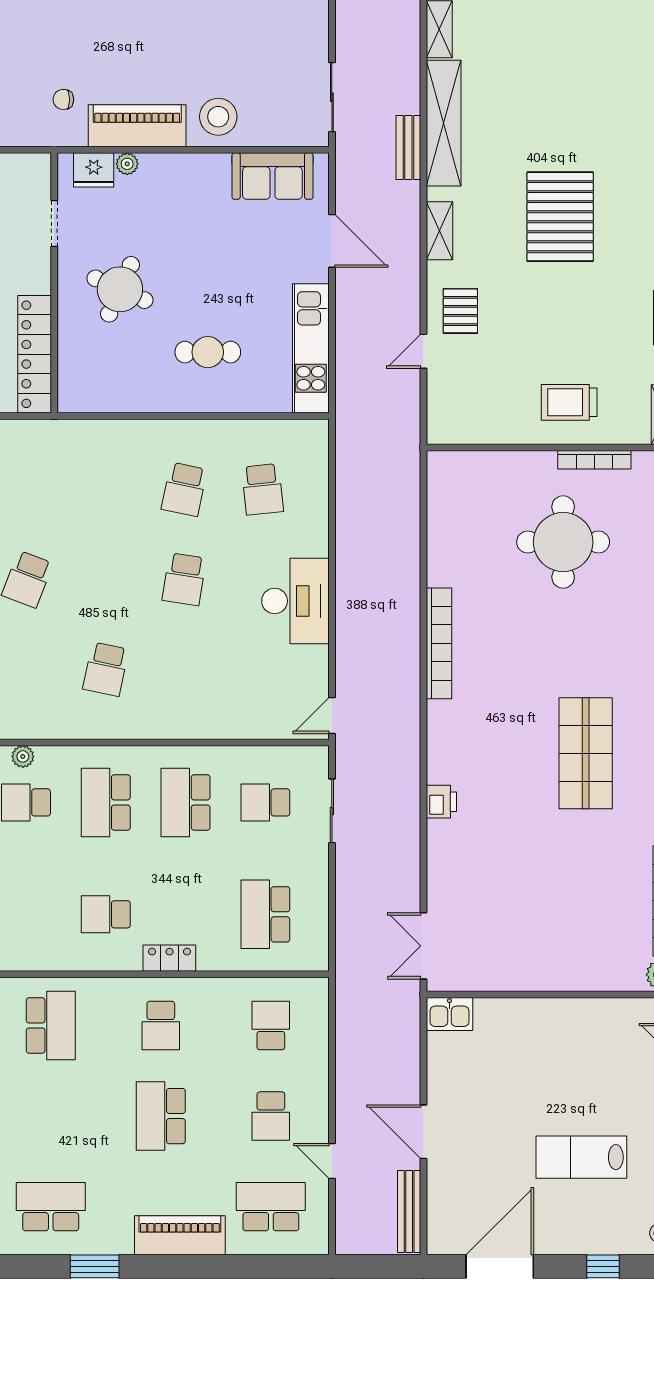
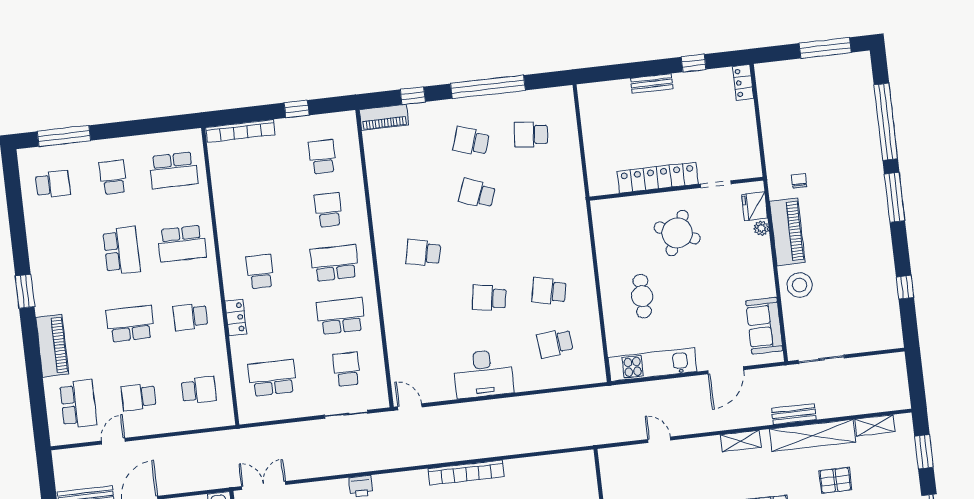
pallet: (460, 311) -> (835, 480), moved
locker: (35, 354) -> (658, 178), moved
plant: (23, 756) -> (359, 204), removed
school desk: (51, 1207) -> (122, 250), moved

